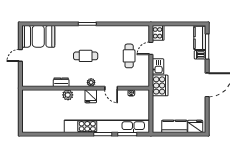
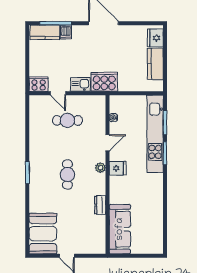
plant: (68, 95) -> (116, 197), removed
sofa: (42, 98) -> (120, 229), added
kitchen unit: (107, 126) -> (155, 134), width x0.73

